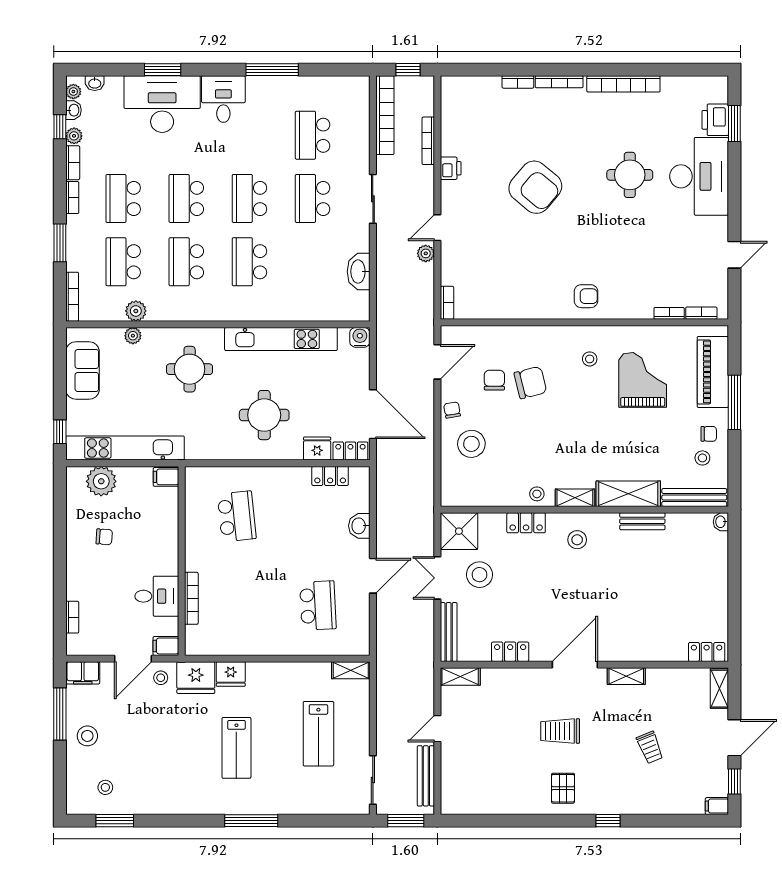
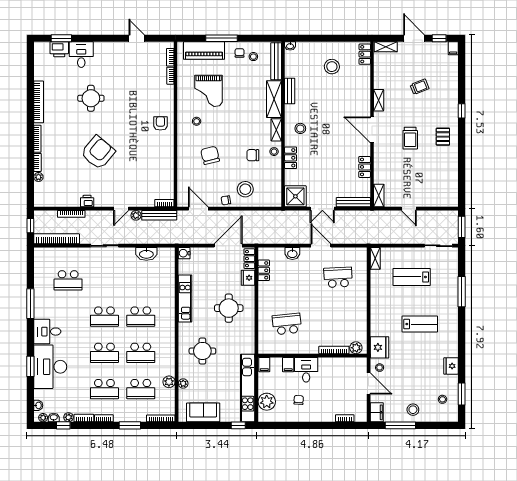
plant: (493, 84) -> (38, 177), added
desk: (699, 176) -> (81, 55), width x0.53, depth x0.77
school desk: (313, 198) -> (104, 280), removed
door: (437, 228) -> (121, 209), hinge flipped
kitchen unit: (281, 339) -> (185, 298), width x0.73
chair: (494, 380) -> (253, 155), moved
grand piano: (643, 380) -> (209, 91), turned -90
stool: (479, 575) -> (332, 67), moved
desk: (157, 596) -> (306, 370), moved
plant: (195, 637) -> (356, 348), added
filing cabinet: (166, 646) -> (288, 365), moved
fridge: (231, 674) -> (451, 366), moved, turned 180
lab bench: (318, 734) -> (412, 277), turned 180
bench: (426, 776) -> (159, 215), moved
pallet: (563, 788) -> (443, 137), turned 90
window: (251, 821) -> (462, 292), moved

